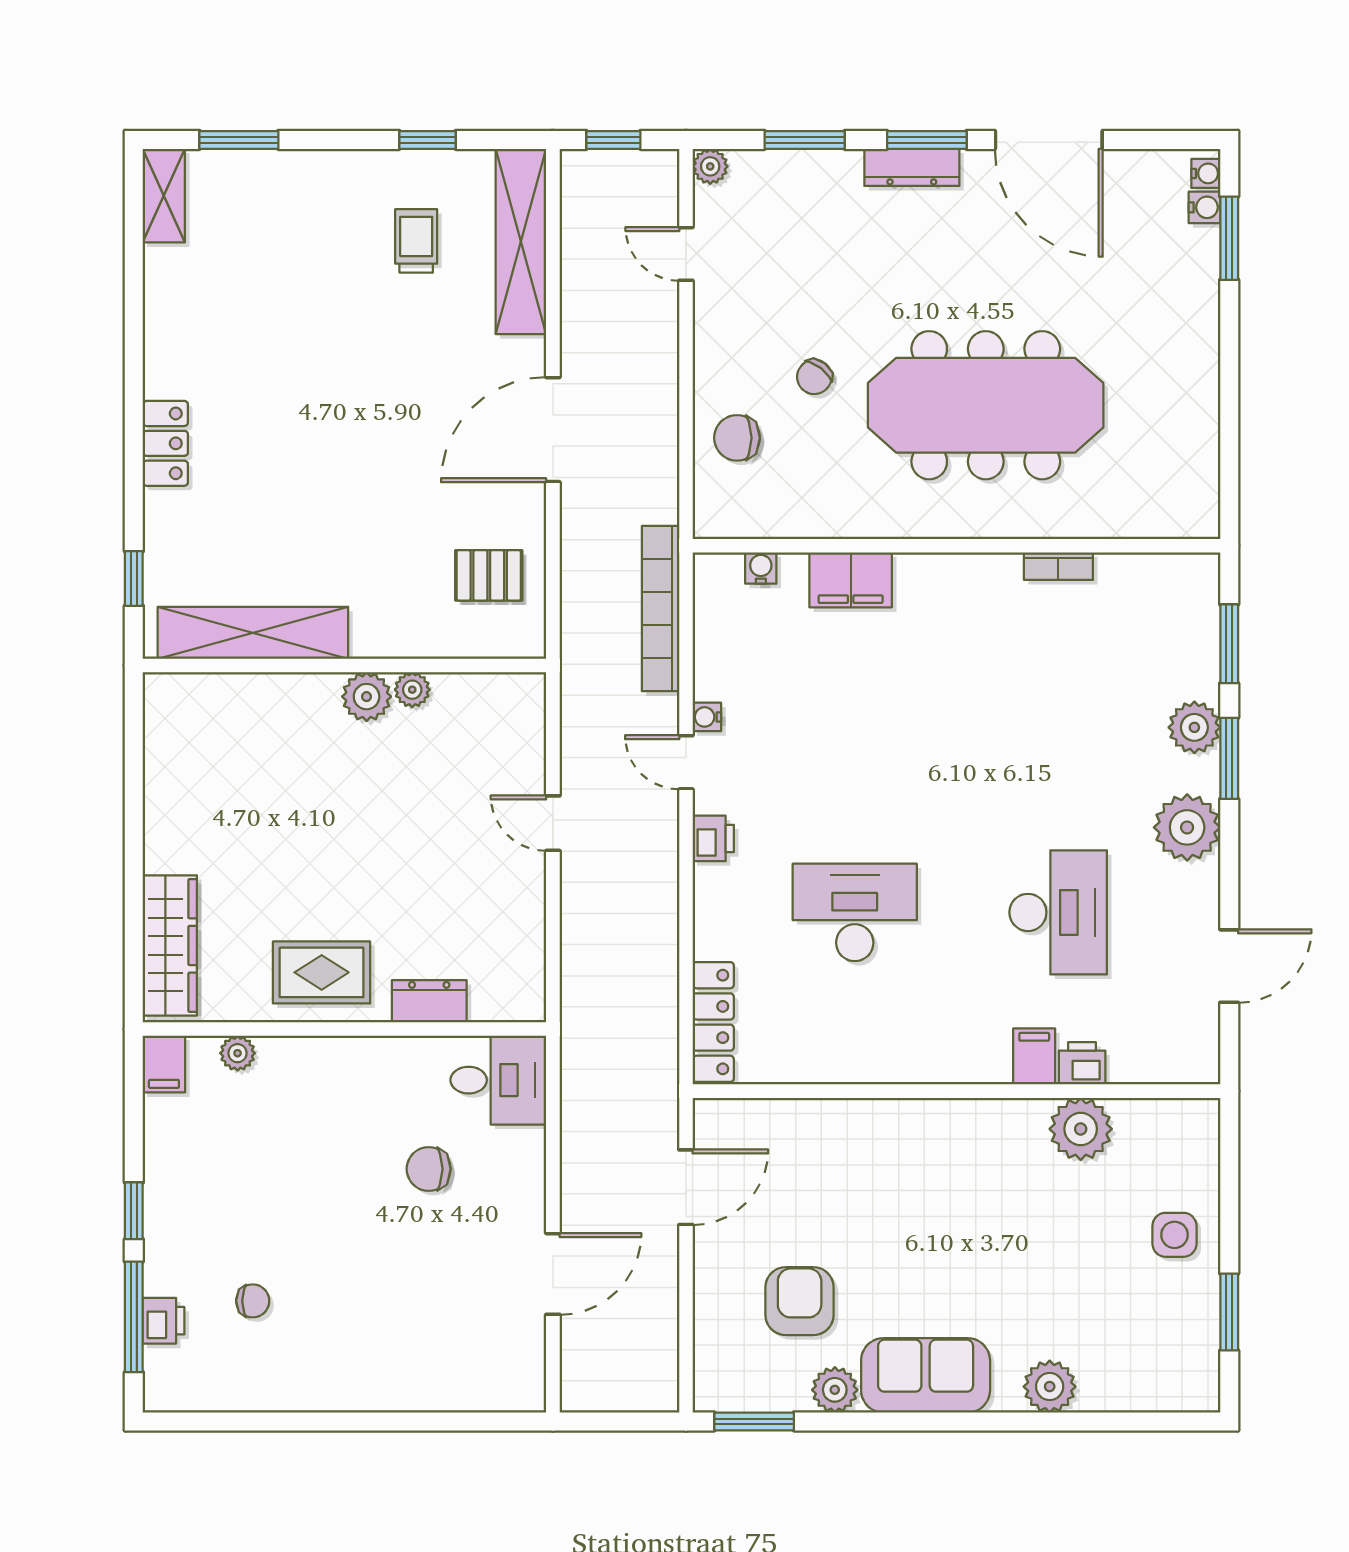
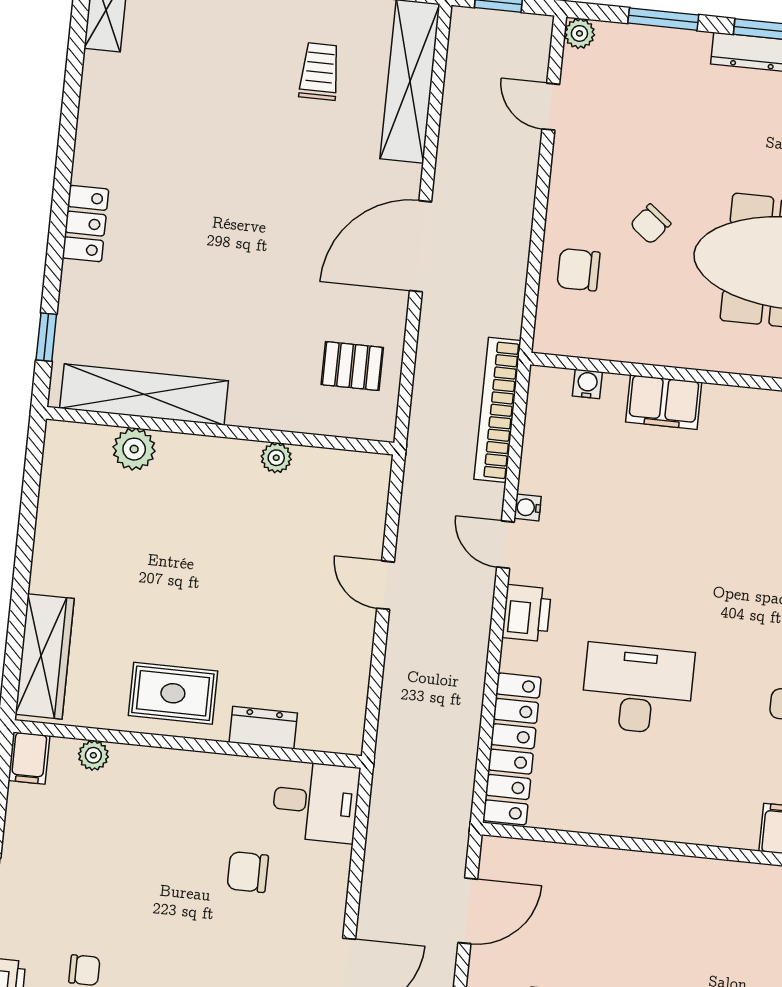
plant: (367, 697) -> (134, 449), moved
printer: (713, 838) -> (527, 613), width x1.36, depth x1.24
locker: (713, 1022) -> (512, 749), width x1.41, depth x1.21

